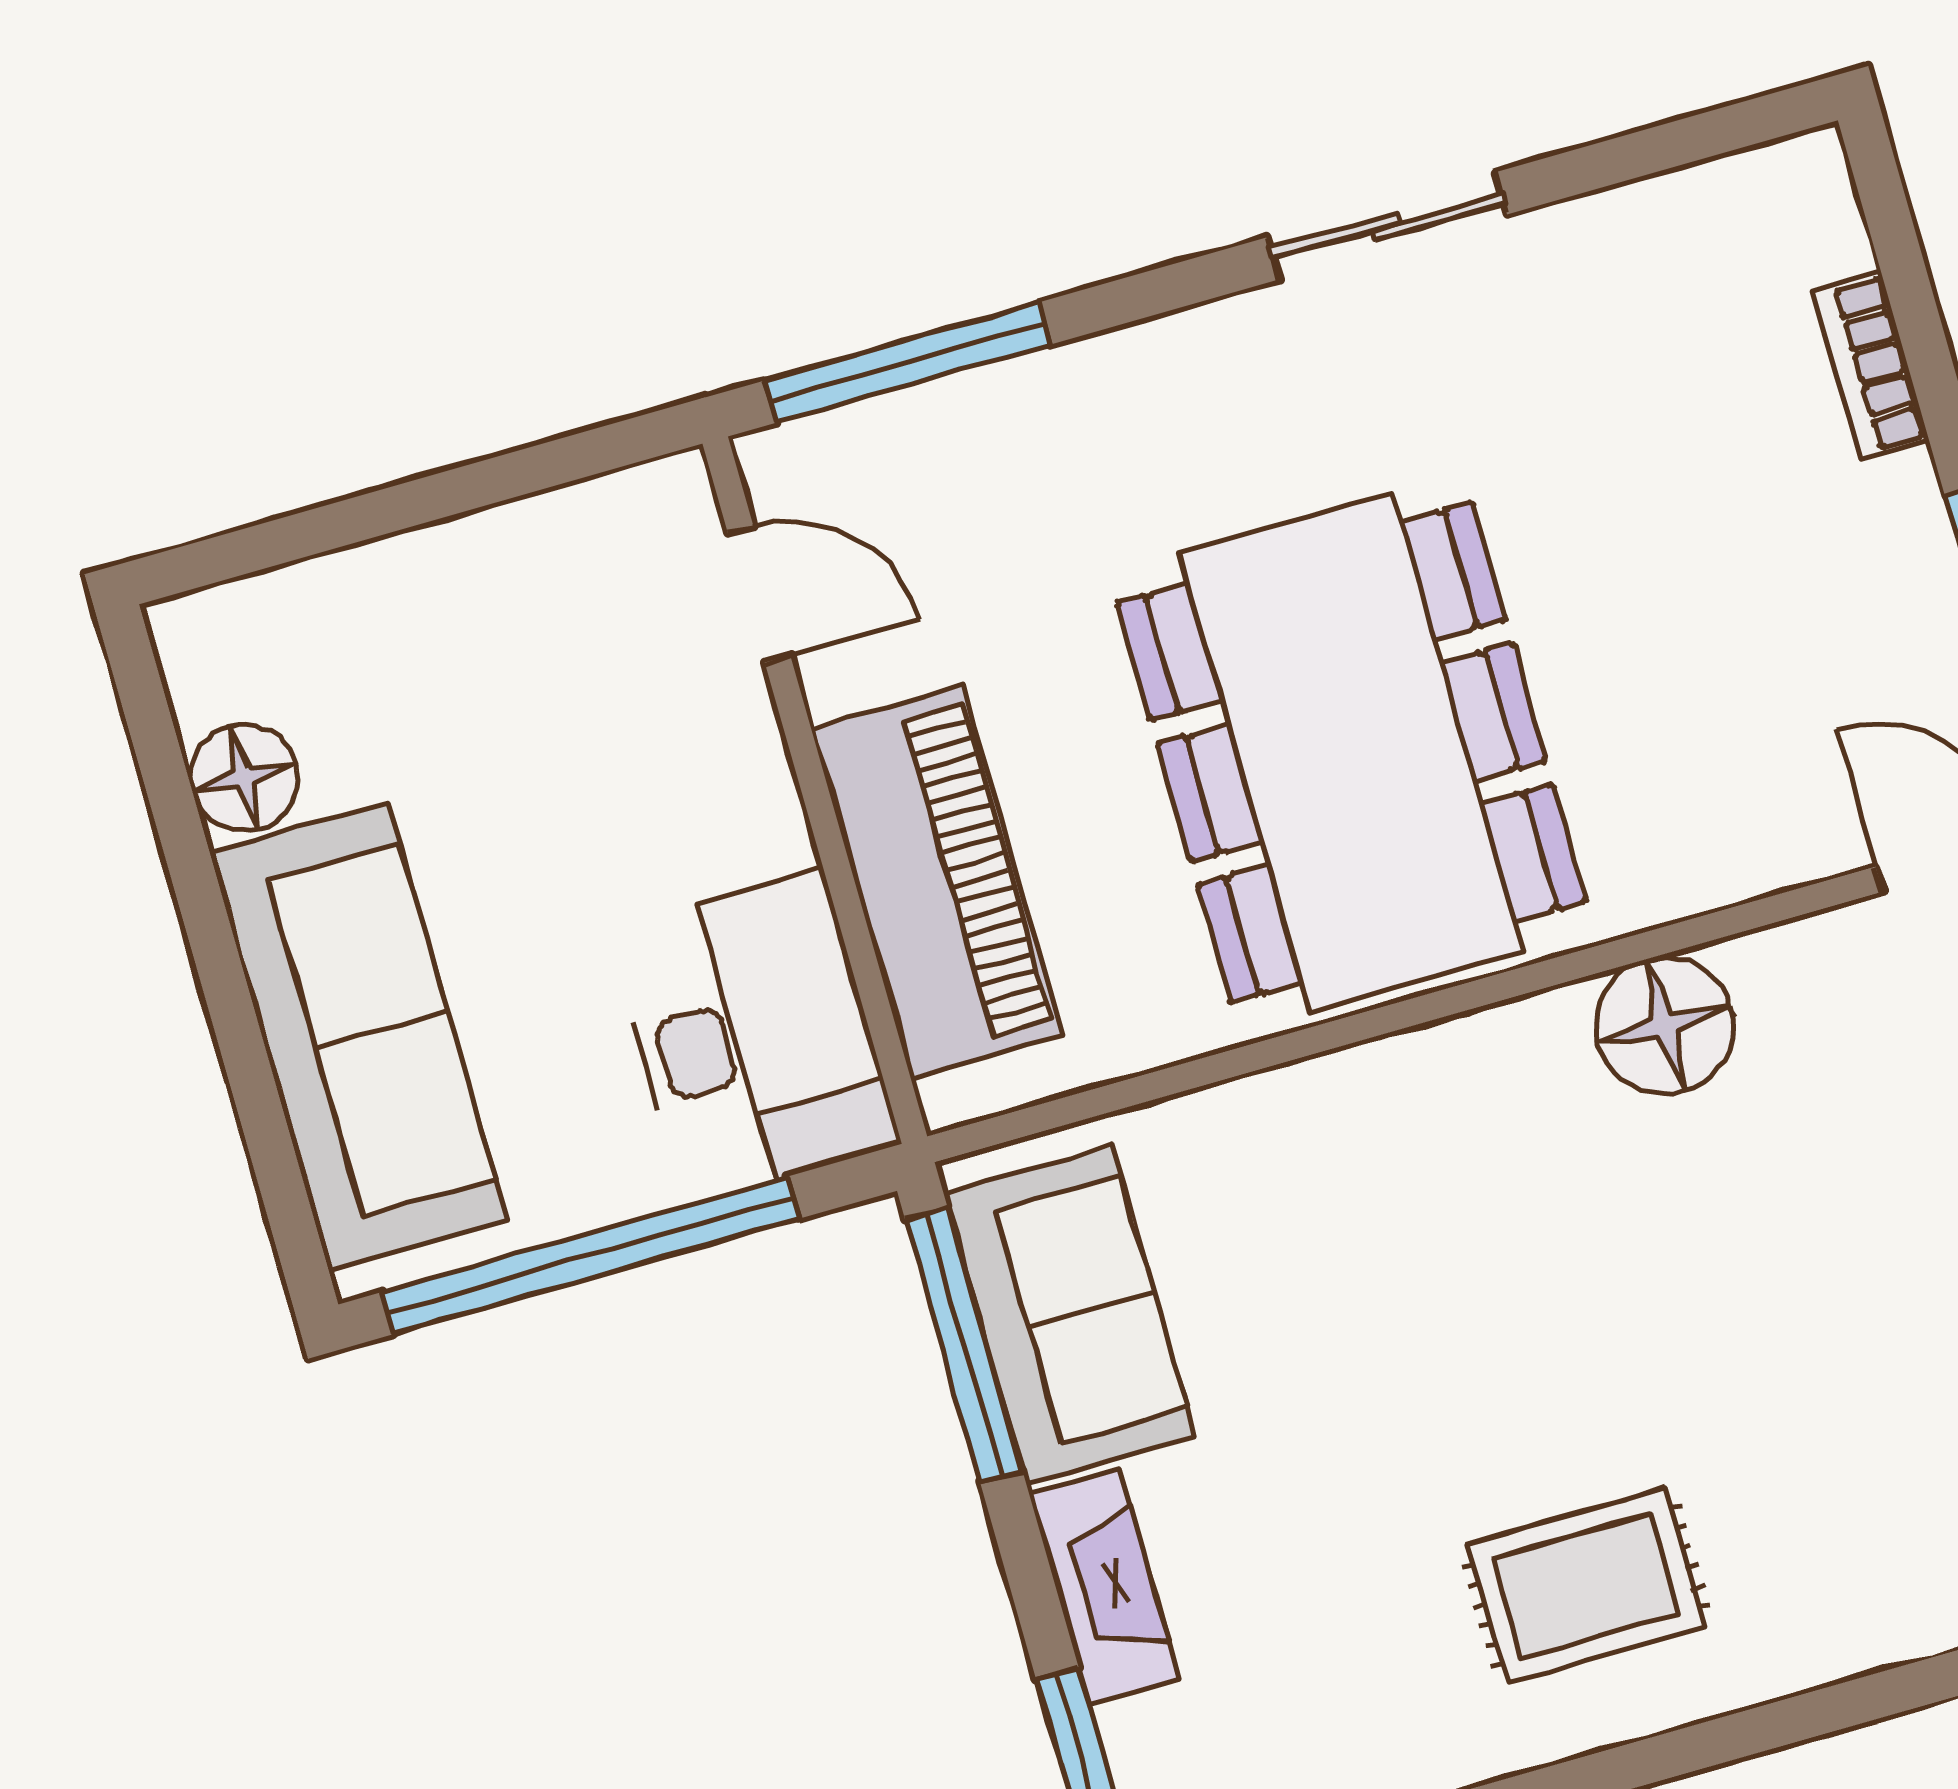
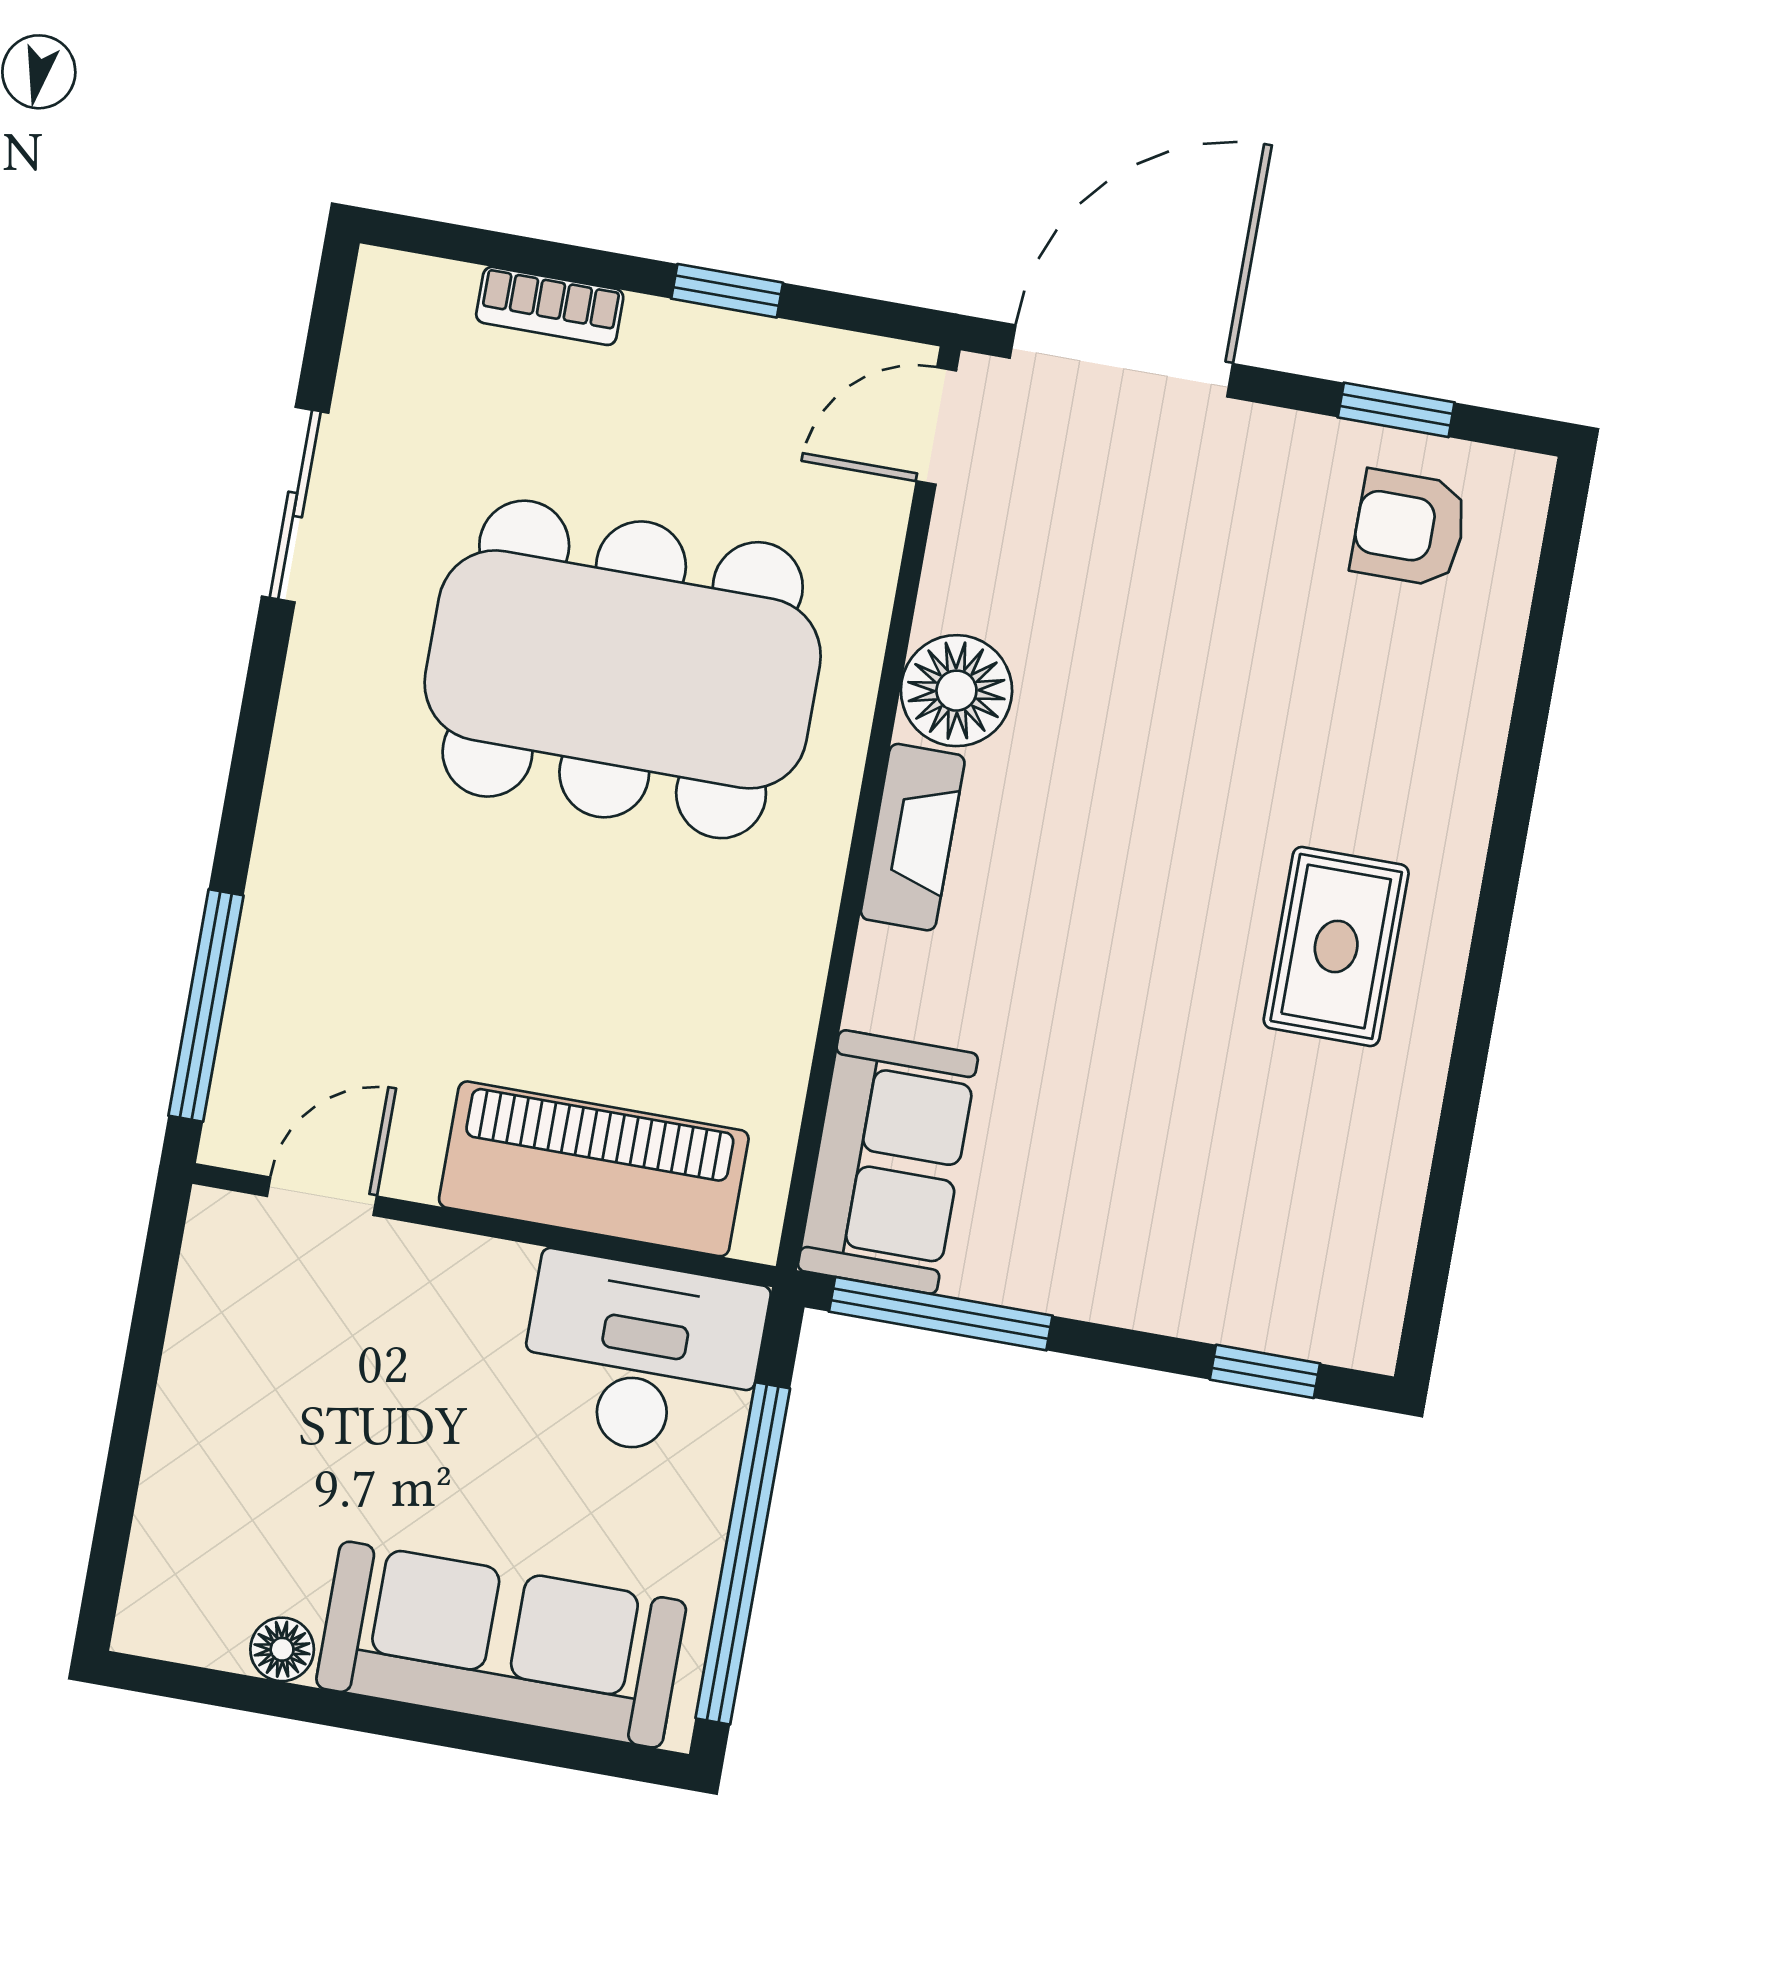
sliding door: (1387, 226) -> (295, 505), moved
dining table: (1352, 752) -> (623, 669), moved
floor lamp: (244, 778) -> (282, 1649), width x0.73, depth x0.73
sofa: (1069, 1315) -> (888, 1162), moved, turned 90
fireplace: (1104, 1586) -> (913, 837), moved, turned 90

